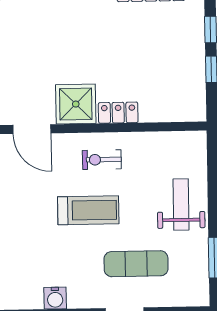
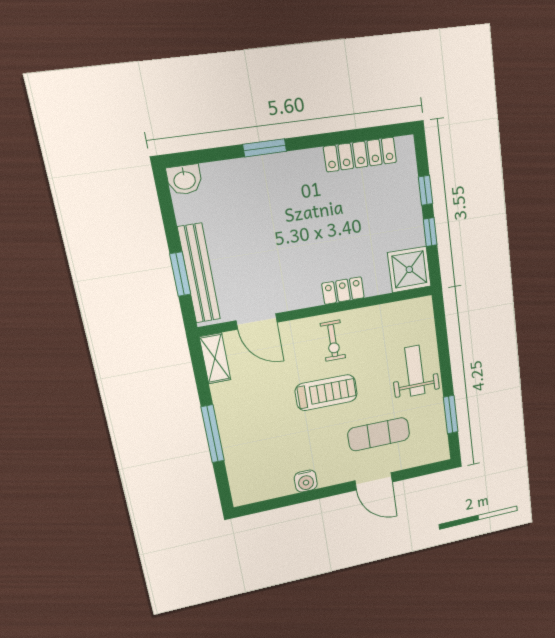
shower: (76, 104) -> (409, 269), moved
exercise bike: (102, 160) -> (333, 341), turned -90

